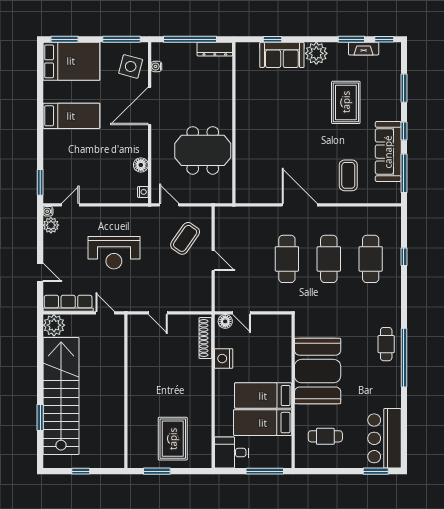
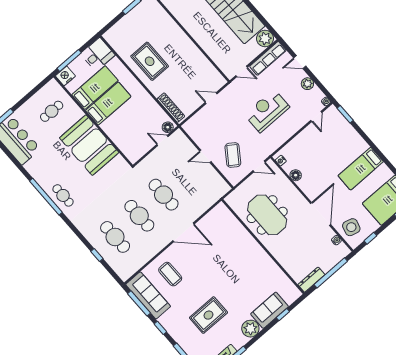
window: (121, 39) -> (370, 238), width x0.46
rug: (346, 102) -> (208, 315), turned 90
meeting table: (203, 150) -> (267, 215), turned 90
sofa: (388, 152) -> (148, 295), moved
plant: (51, 225) -> (307, 84), moved
nightstand: (224, 359) -> (65, 76), moved, turned -90
rug: (173, 439) -> (150, 61), moved

